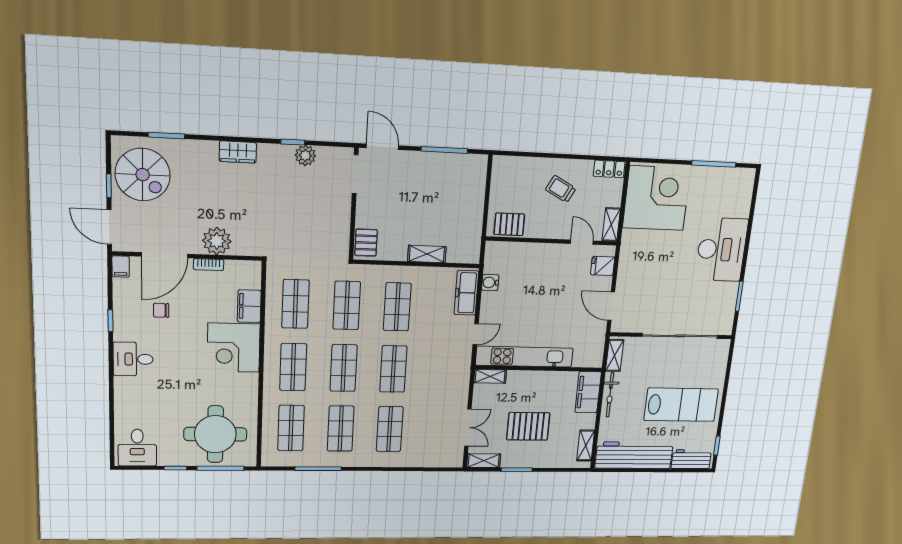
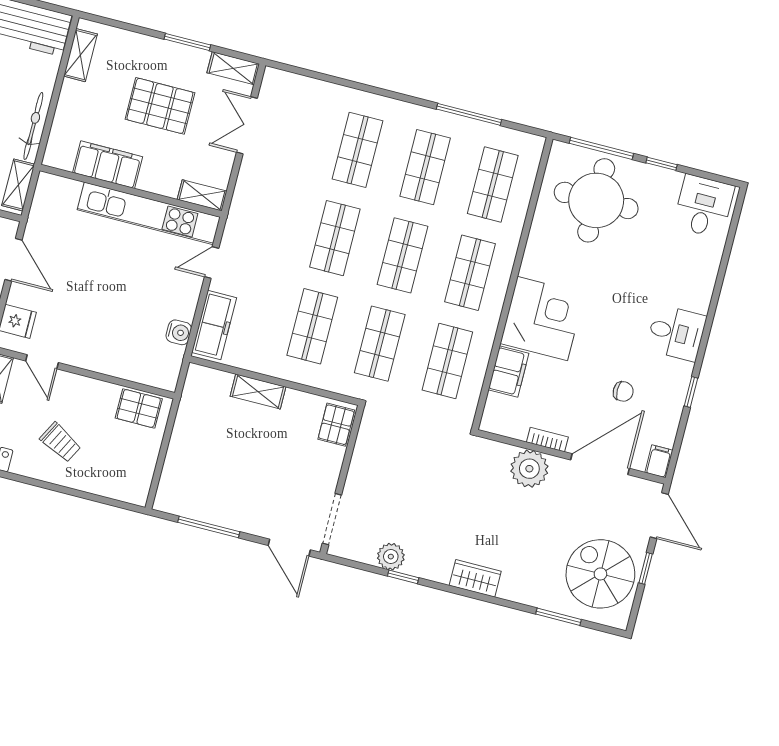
filing cabinet: (588, 392) -> (108, 165), moved, turned -90

